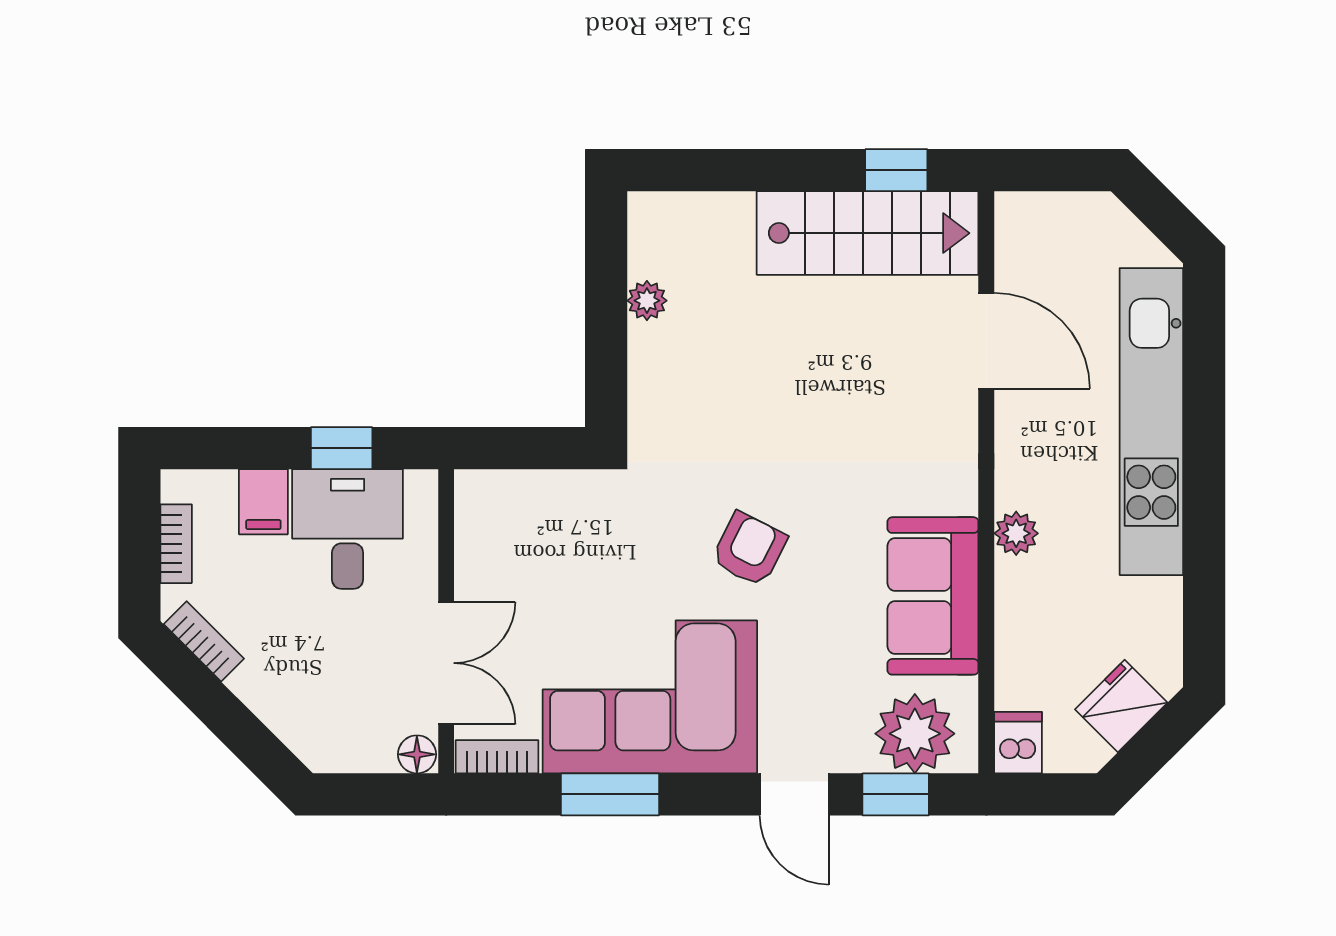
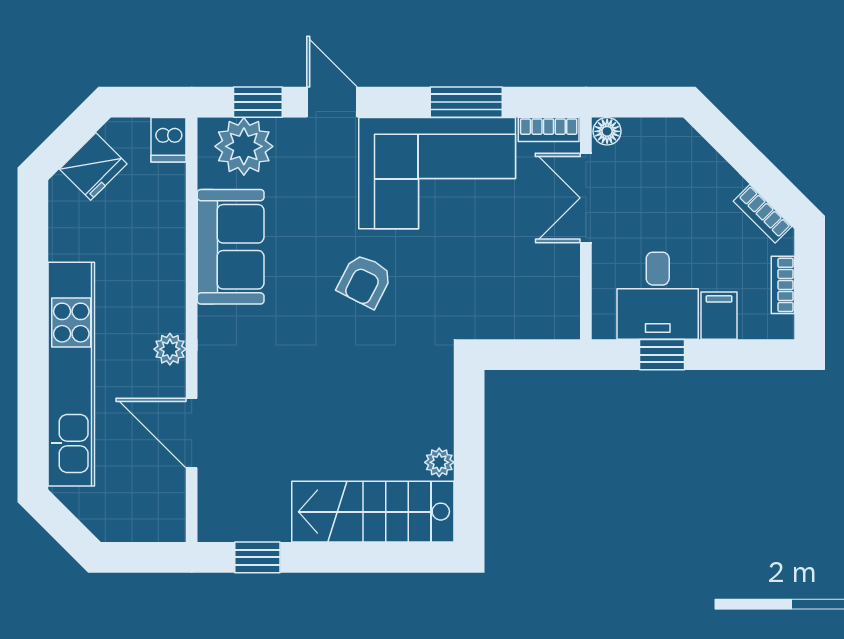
stairs: (868, 233) -> (373, 512), moved
plant: (1016, 533) -> (170, 349), moved

